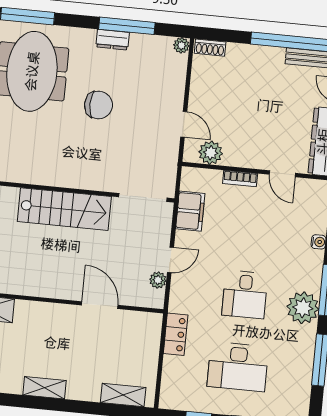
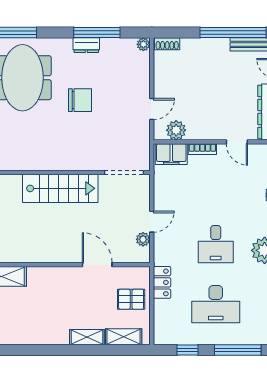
door: (184, 124) -> (152, 109), hinge flipped
filing cabinet: (190, 211) -> (171, 154), moved, turned 90
pallet: (137, 351) -> (131, 299), added
shelving: (45, 388) -> (87, 337), moved

